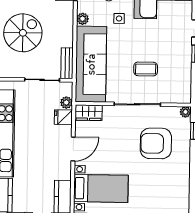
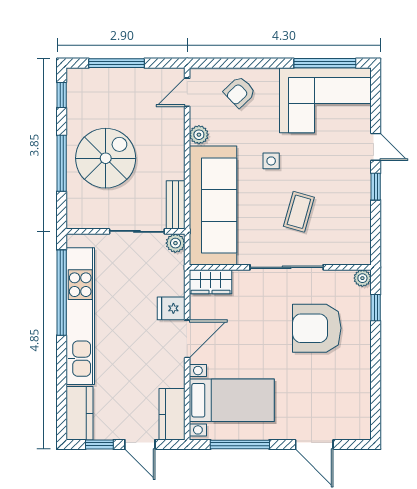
side table: (119, 18) -> (271, 161), moved
coffee table: (146, 69) -> (299, 212), turned -74
plant: (66, 103) -> (175, 243), moved
fridge: (63, 117) -> (171, 308), moved

